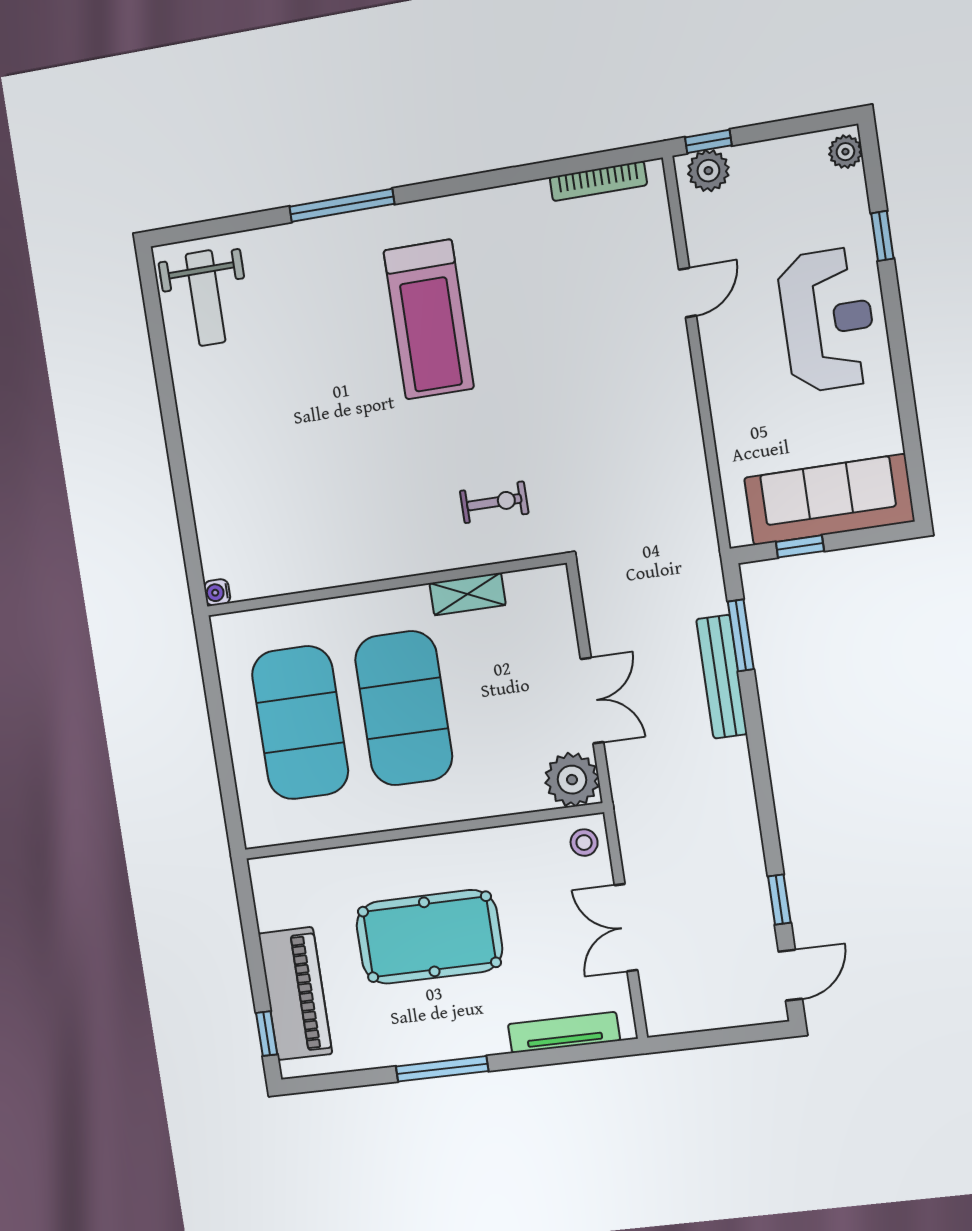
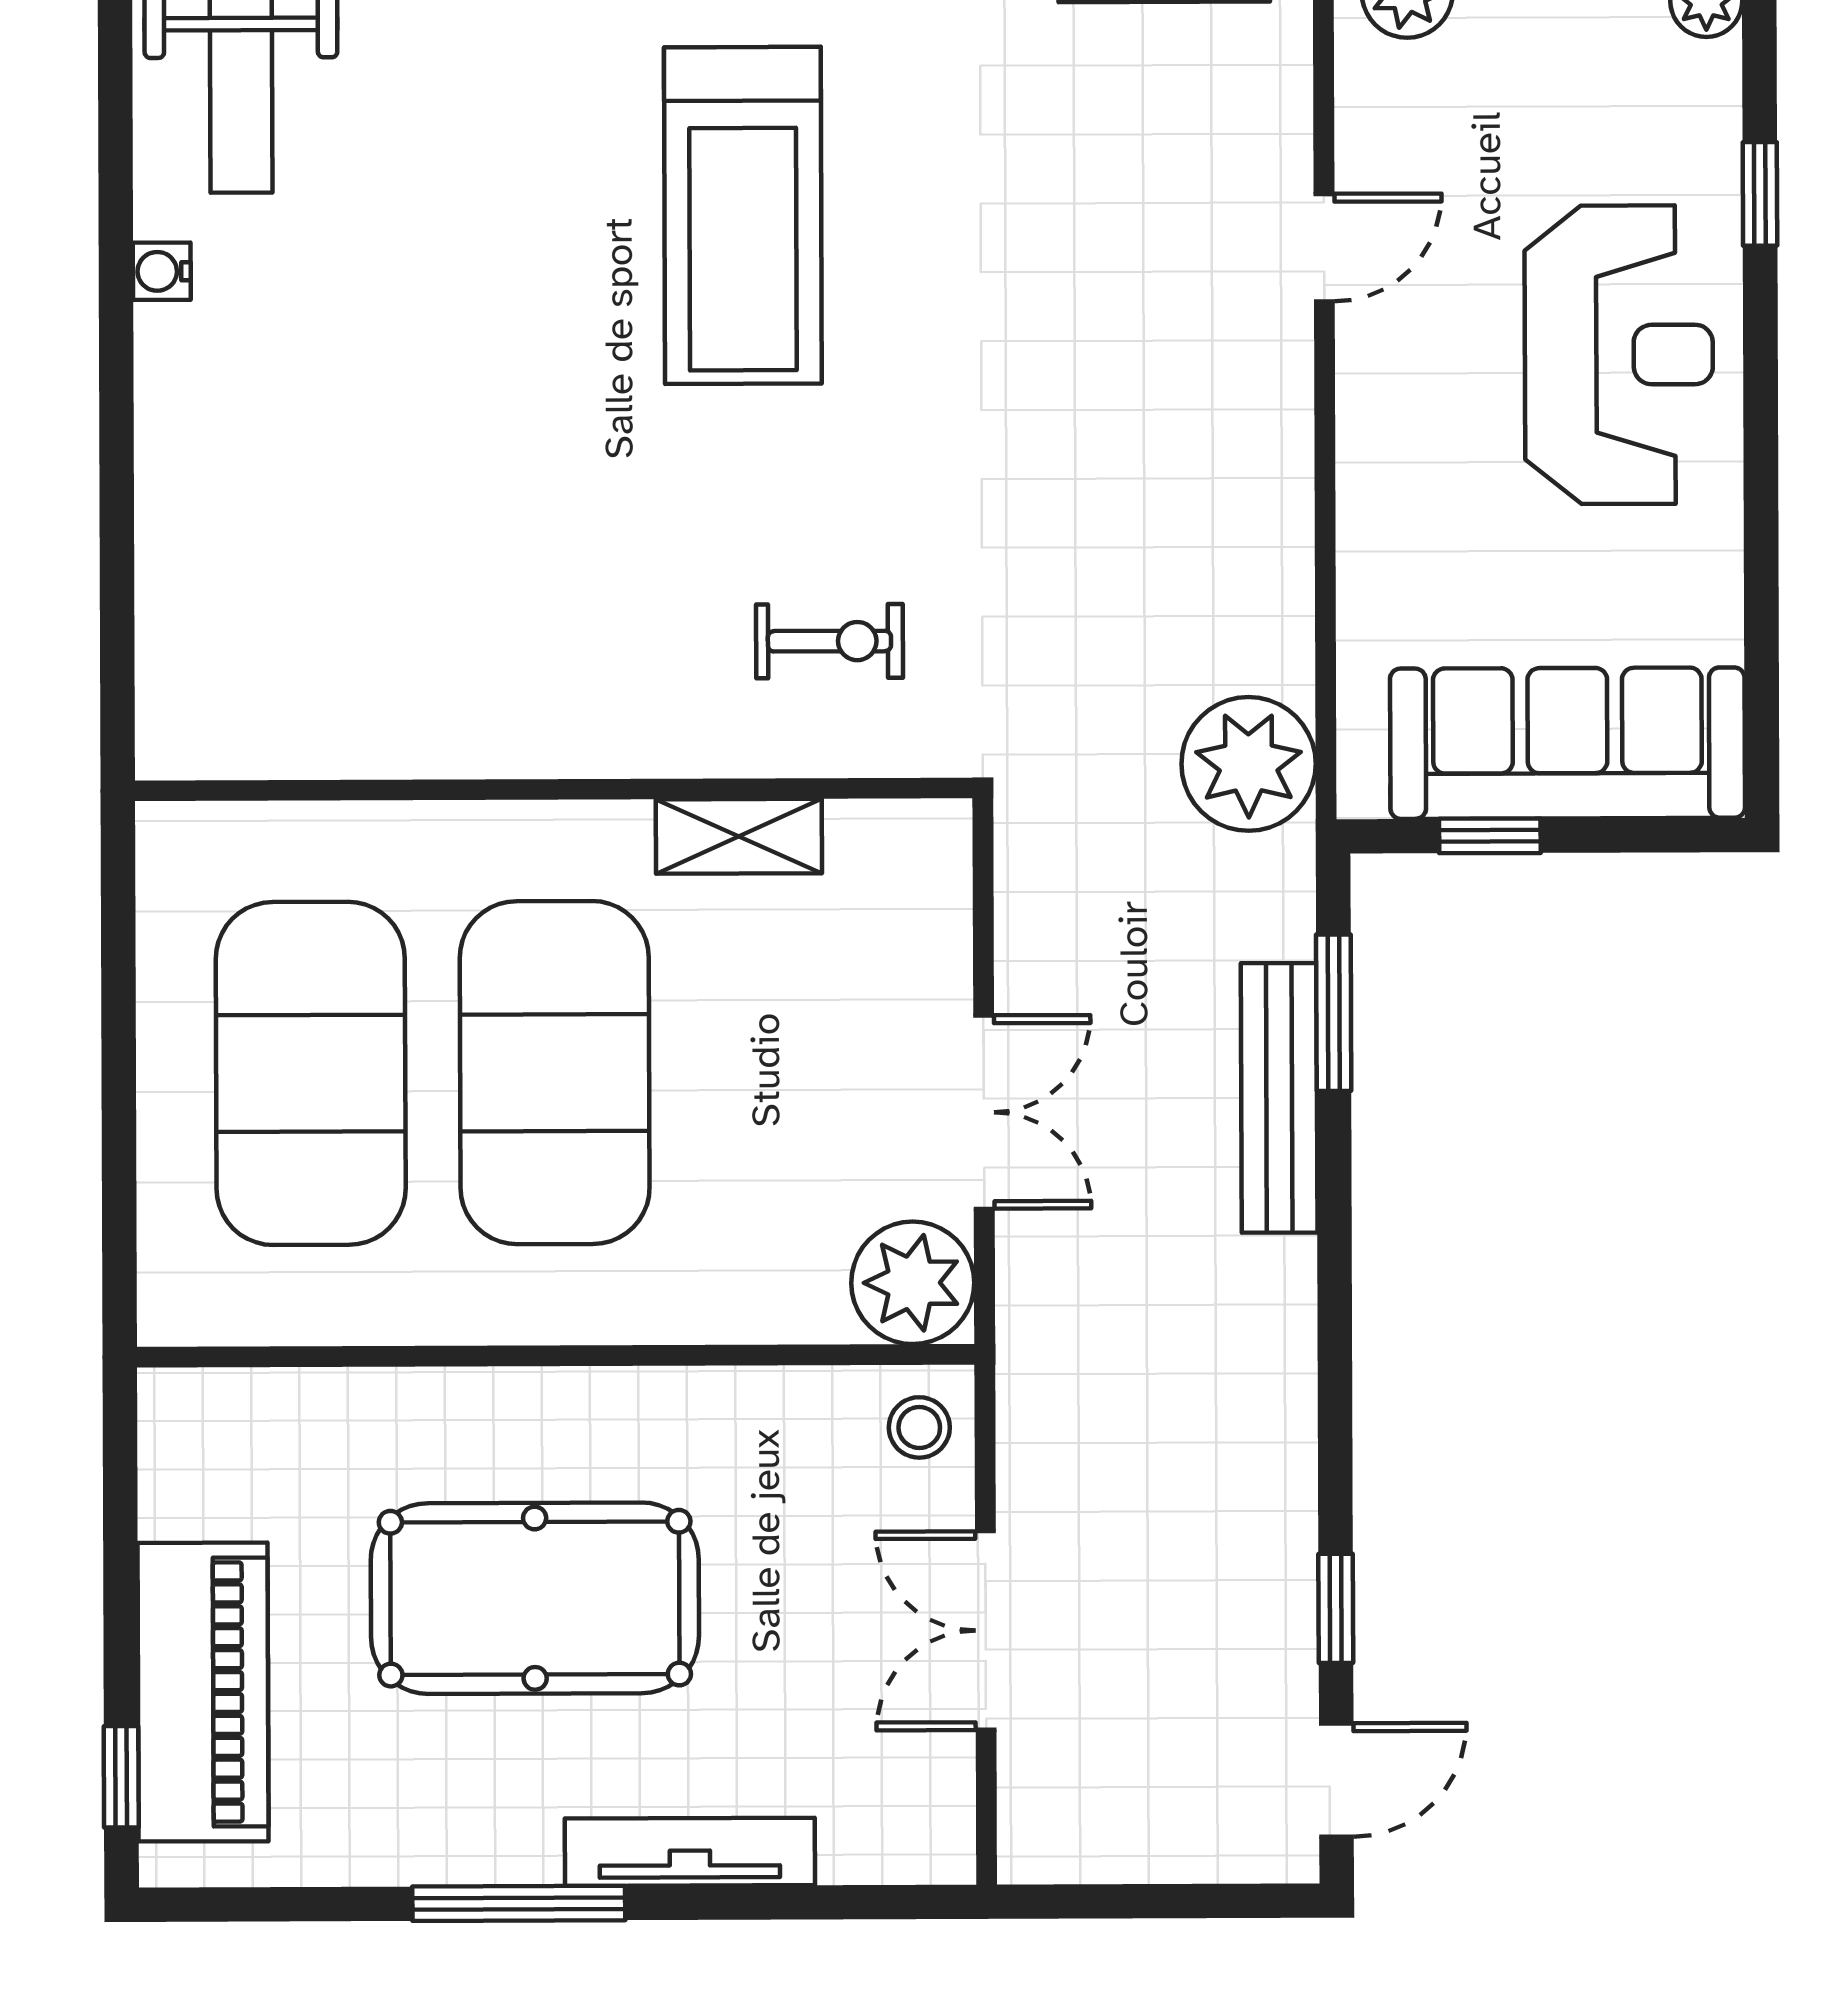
plant: (687, 530) -> (1249, 764), added
water cooler: (217, 592) -> (162, 271), moved
tv unit: (564, 1032) -> (690, 1852), moved

